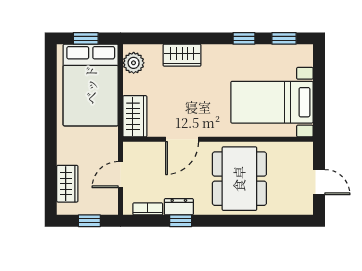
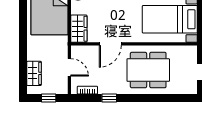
door: (121, 175) -> (69, 67), swing flipped
dining table: (239, 179) -> (148, 70), turned 90
dresser: (179, 207) -> (108, 89), removed

